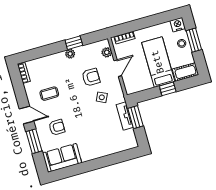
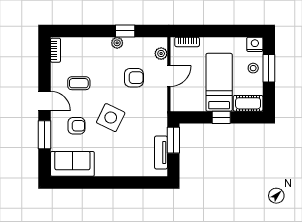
side table: (102, 97) -> (111, 118), moved, width x1.87, depth x1.87
tv unit: (125, 116) -> (161, 153), moved

